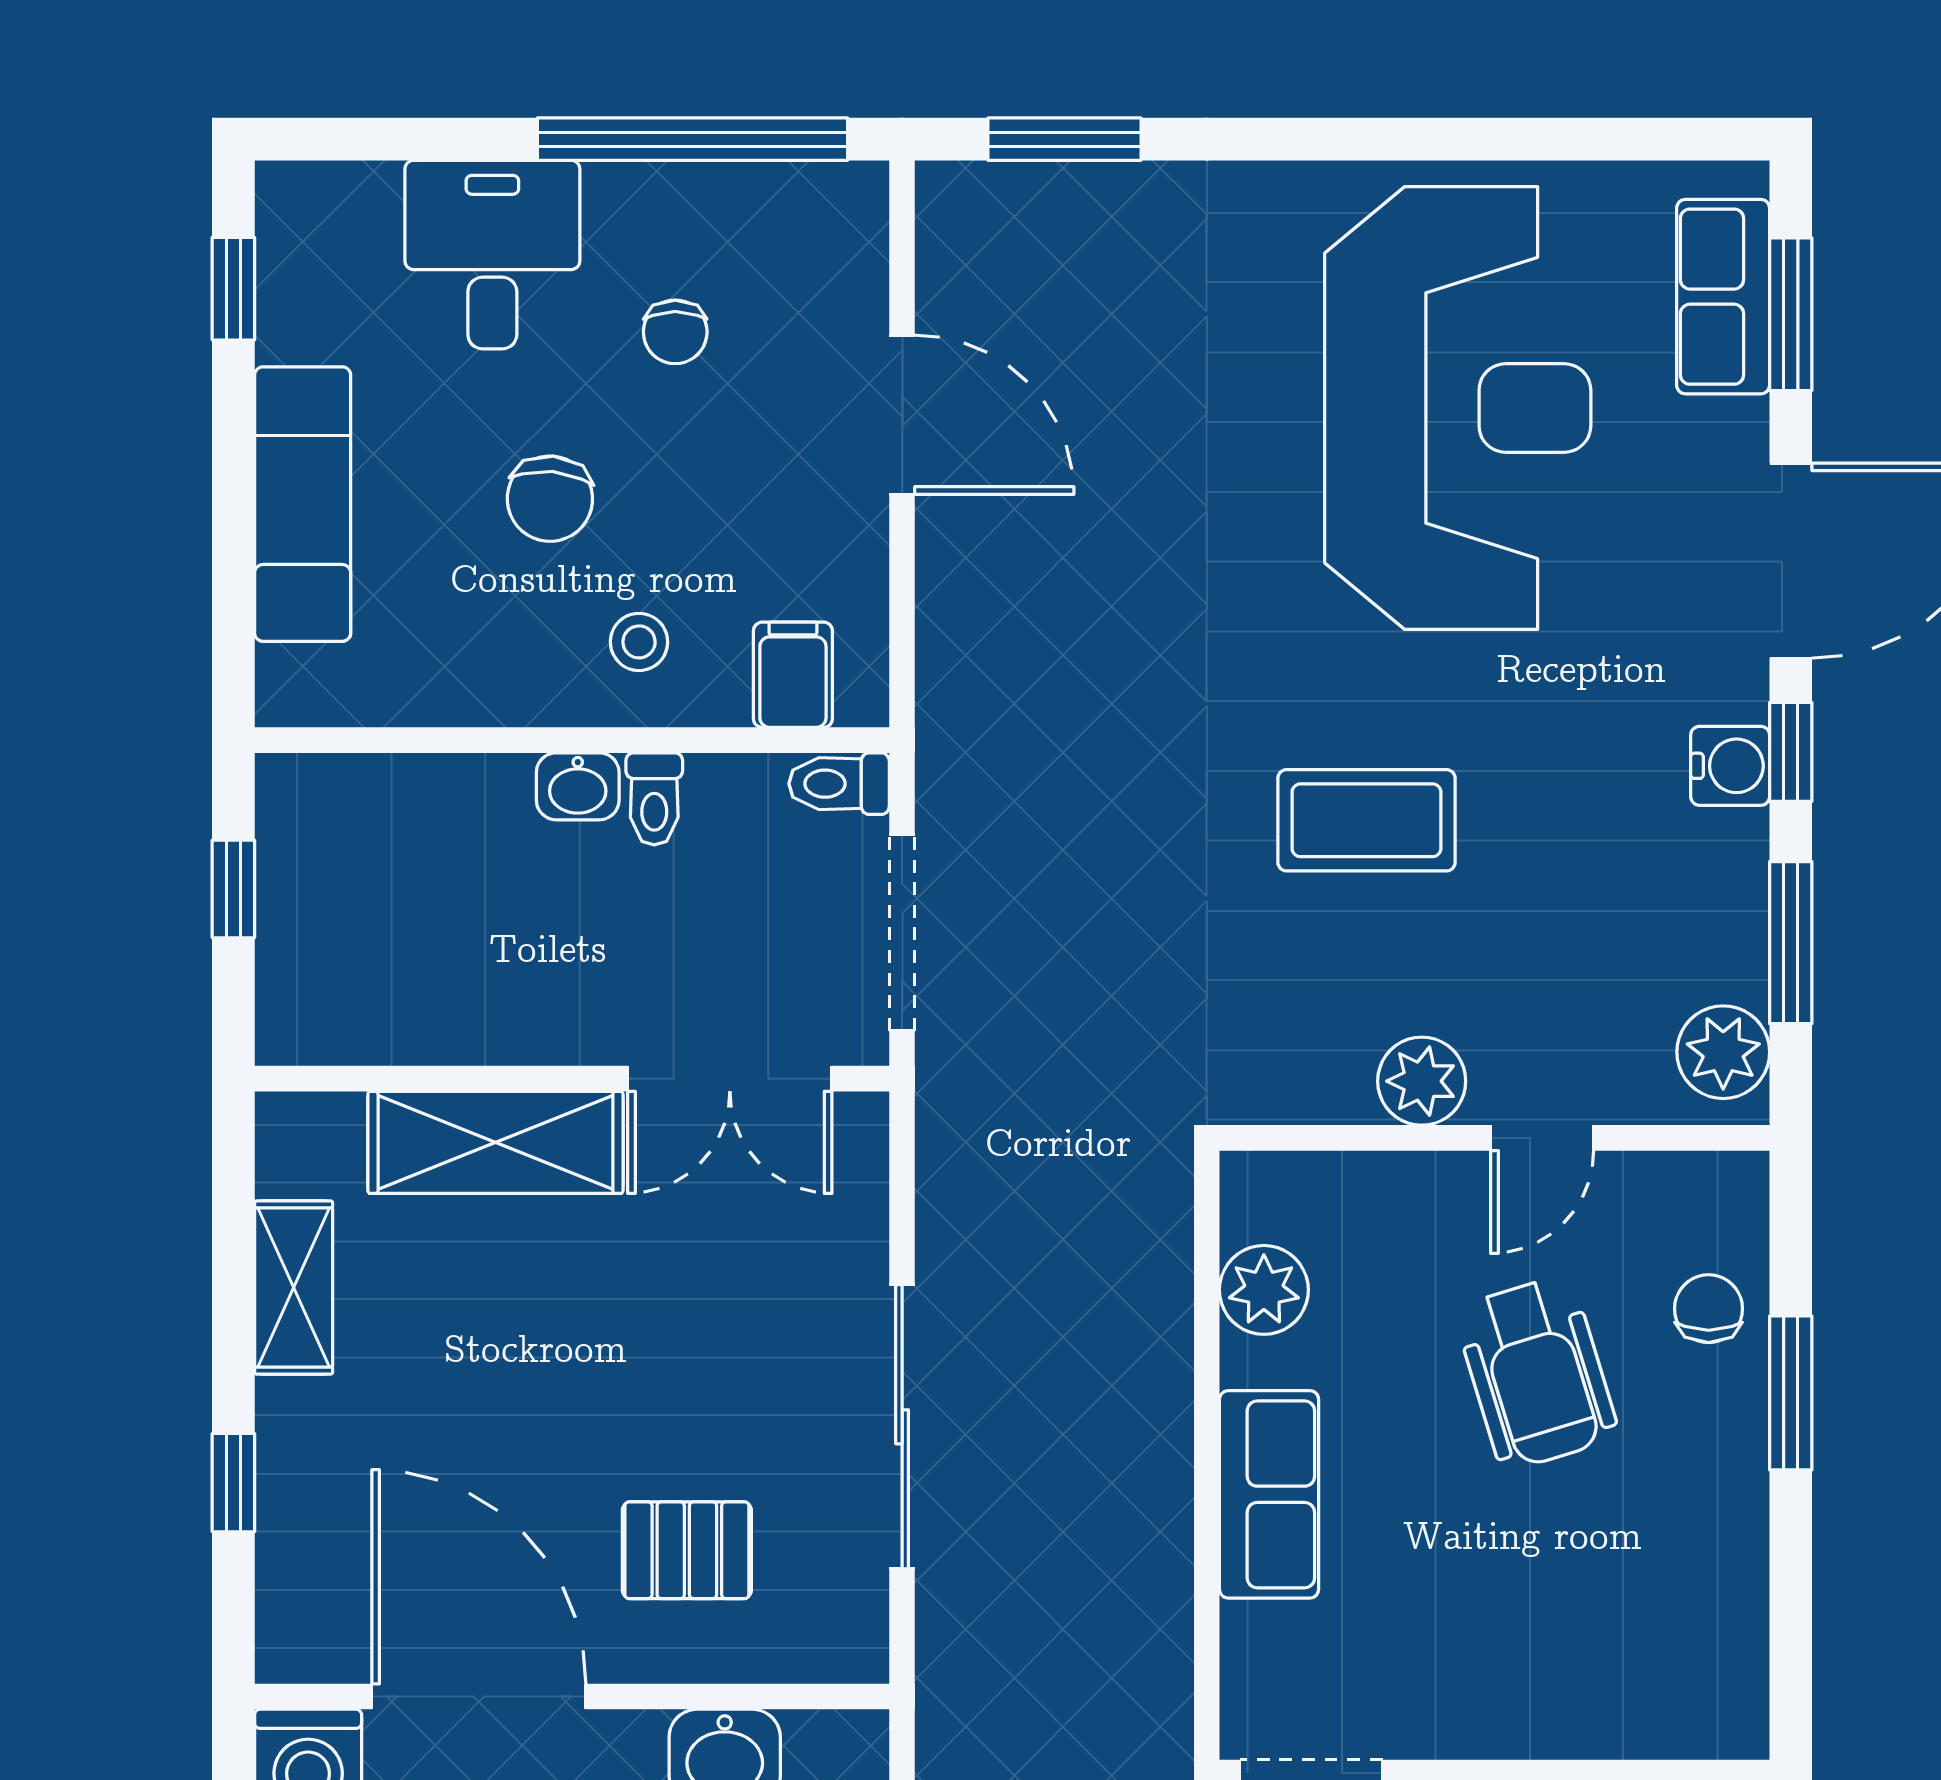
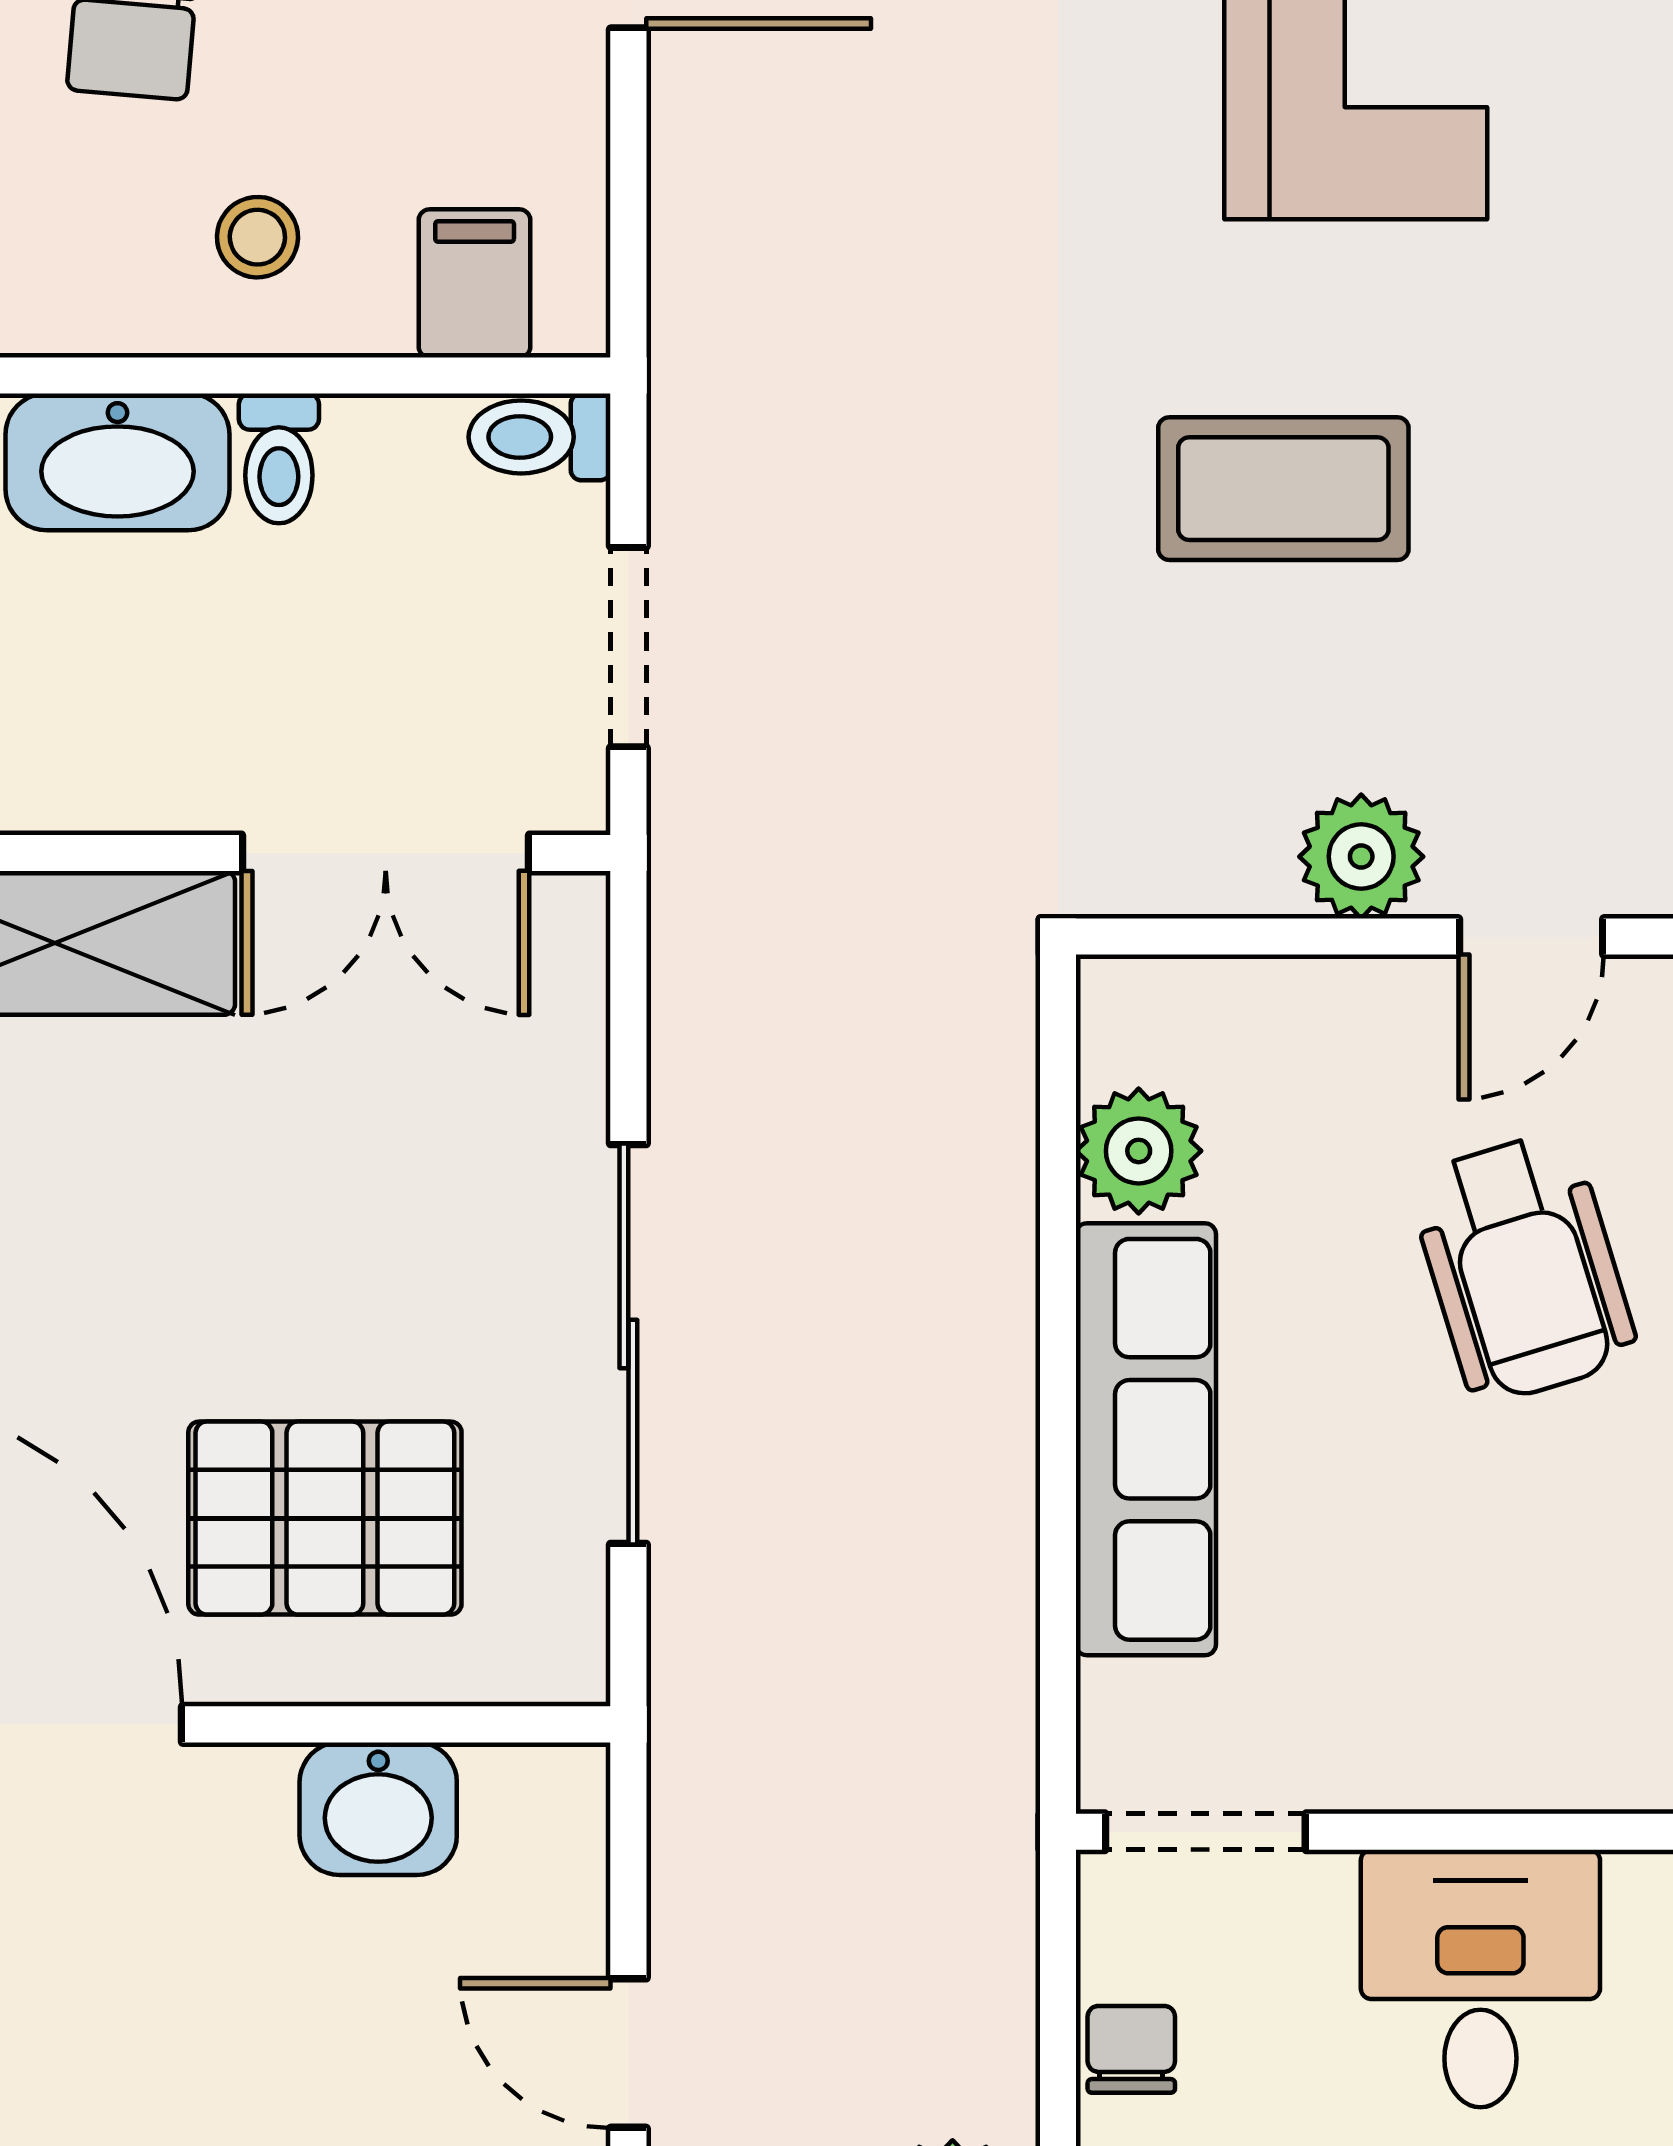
washbasin: (578, 786) -> (117, 462), width x1.91, depth x1.45
doorway: (902, 933) -> (628, 647), width x0.73
row of seats: (1269, 1494) -> (1146, 1439), width x1.48
pallet: (687, 1550) -> (325, 1518), width x1.50, depth x1.42

